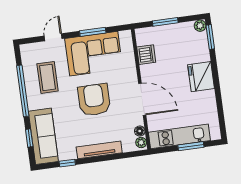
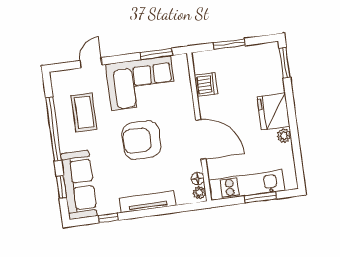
plant: (200, 26) -> (284, 136), moved
window: (93, 32) -> (157, 54), moved
armchair: (94, 100) -> (141, 140), turned -90

